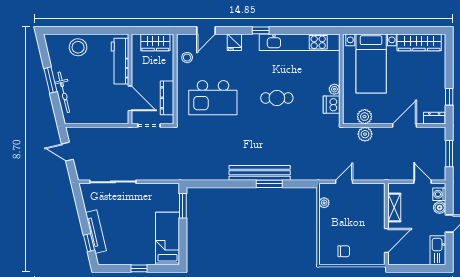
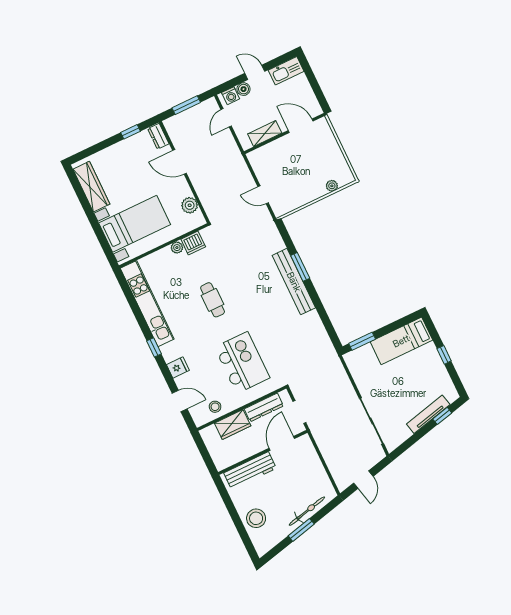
wardrobe: (155, 42) -> (233, 424), moved, turned 90
plant: (365, 134) -> (207, 197), removed
plant: (324, 203) -> (332, 186), moved
chair: (344, 251) -> (331, 162), removed

